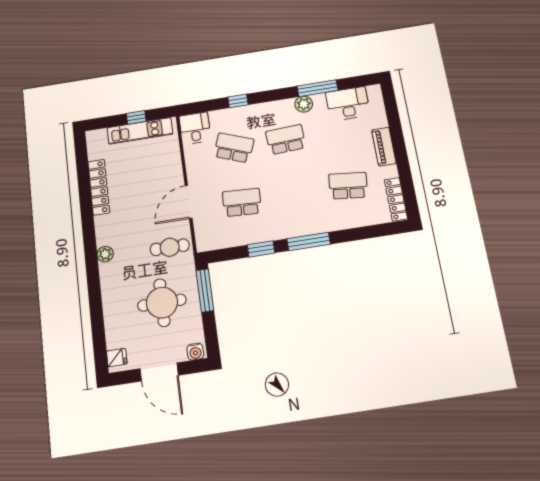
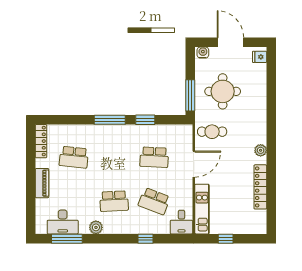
window: (317, 88) -> (67, 239), moved
kitchen unit: (140, 131) -> (202, 209), moved, turned 90
plant: (105, 254) -> (261, 150), moved

